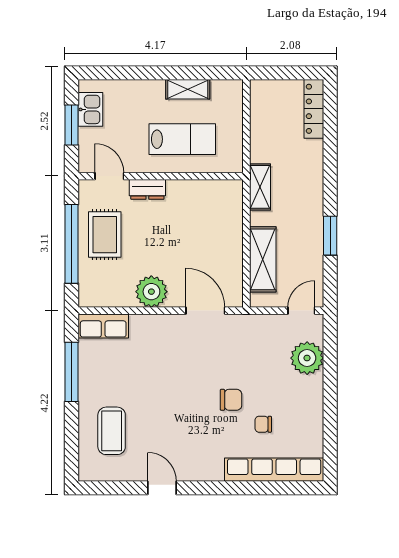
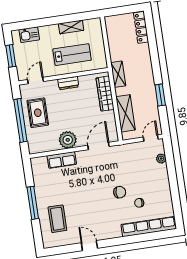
kitchen sink: (90, 109) -> (29, 35), moved, turned 90
door: (109, 176) -> (36, 81), hinge flipped
dresser: (147, 189) -> (68, 83), moved
wardrobe: (231, 218) -> (105, 94), added
door: (205, 311) -> (99, 146), hinge flipped
row of seats: (103, 326) -> (62, 160), moved
plant: (307, 358) -> (161, 159), width x0.53, depth x0.53
window: (71, 372) -> (33, 203), moved

